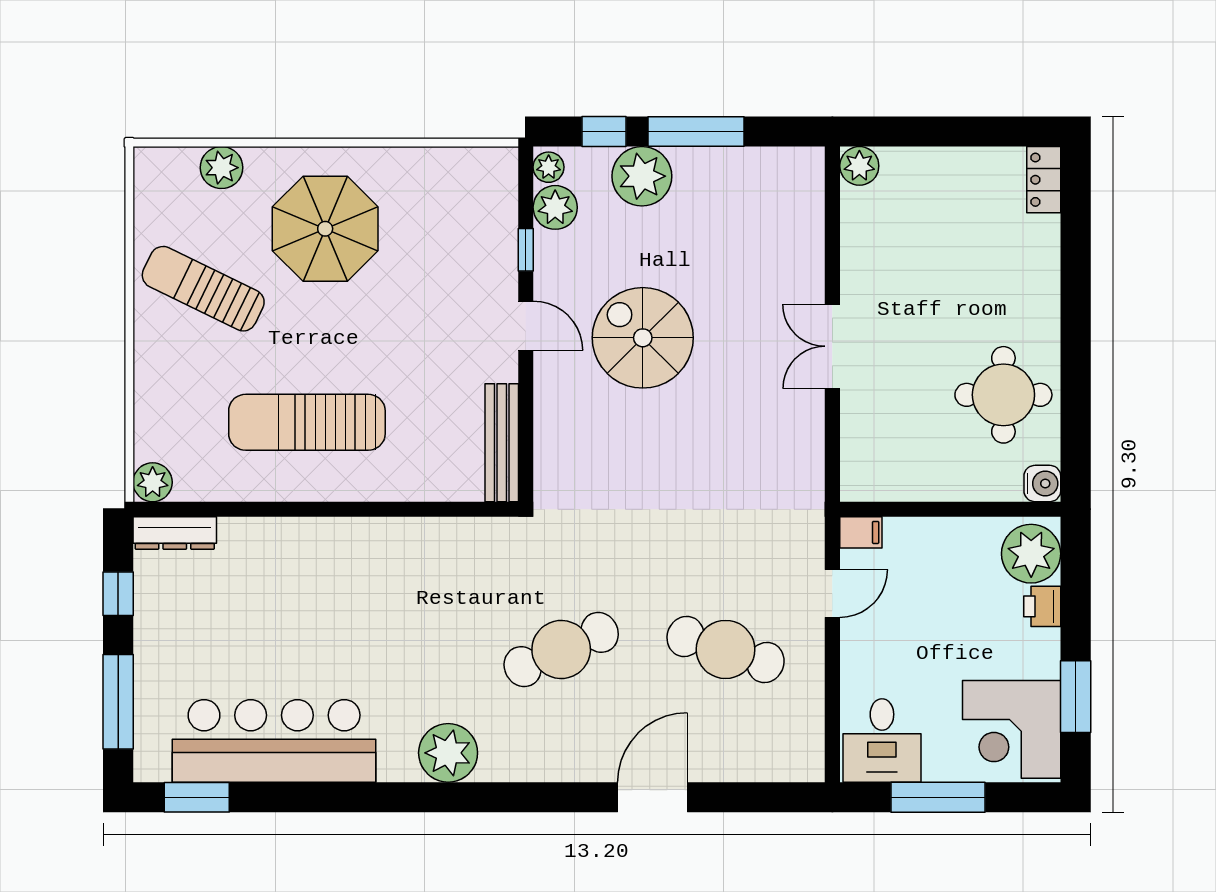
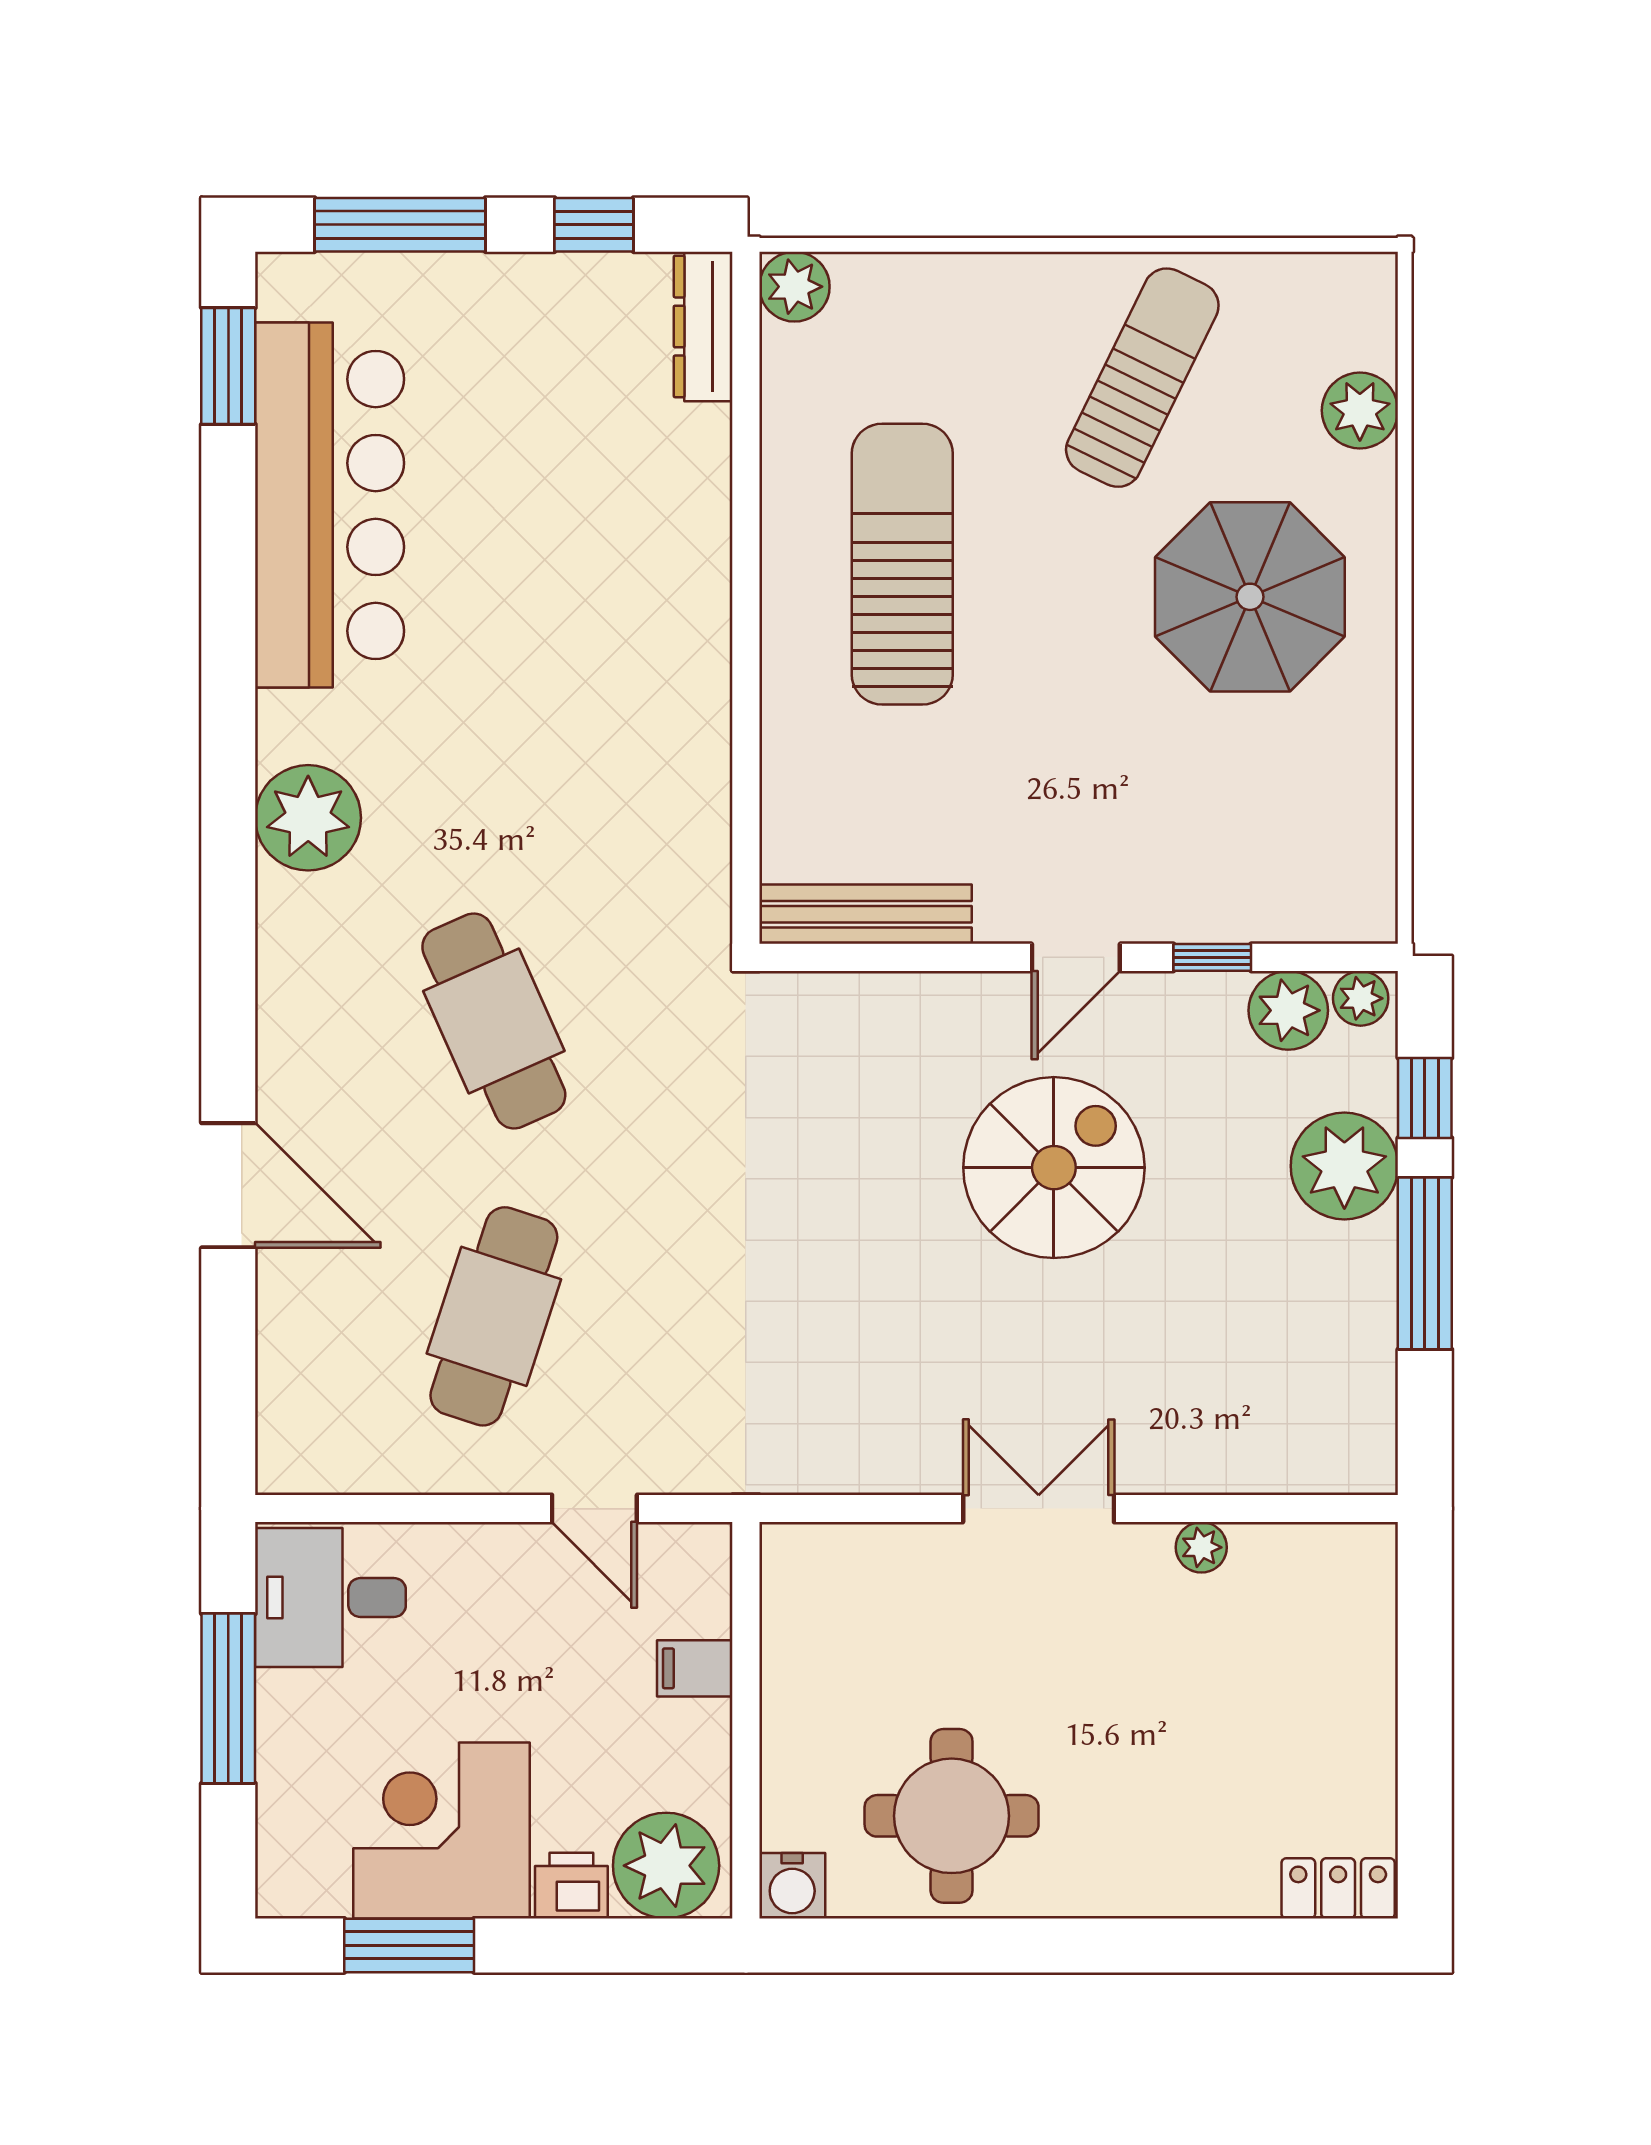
plant: (859, 166) -> (1201, 1547), moved, width x0.73, depth x0.73
filing cabinet: (861, 532) -> (695, 1668), moved, turned 90
corner desk: (1012, 729) -> (442, 1830), moved

